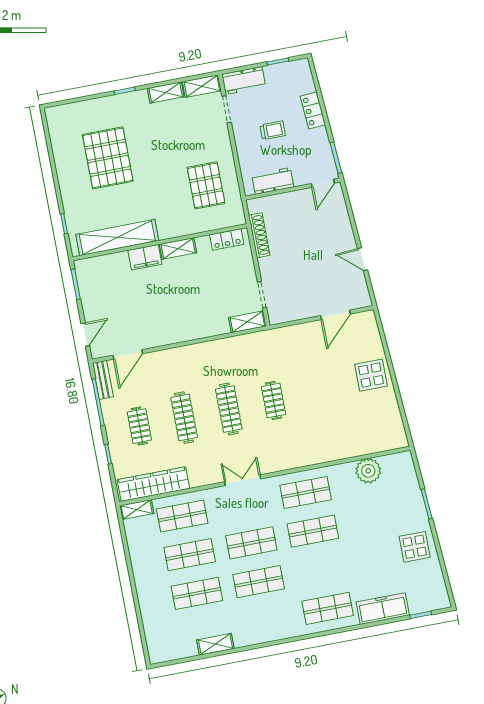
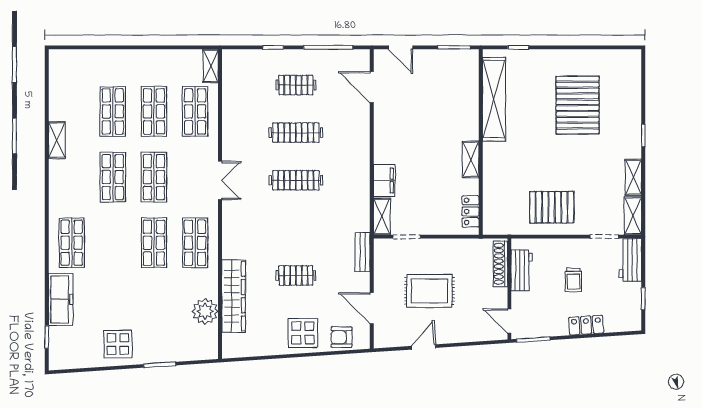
pallet: (108, 158) -> (578, 105), turned 90
pallet: (206, 185) -> (552, 207), moved
shoe rack: (259, 235) -> (500, 264), moved, turned 90
filing cabinet: (145, 257) -> (384, 180), moved, turned 180
rug: (309, 264) -> (429, 291), added
armchair: (368, 338) -> (342, 337), added
bench: (103, 380) -> (363, 252), moved, turned 90
clothes rail: (274, 400) -> (296, 275), moved
wardrobe: (153, 484) -> (234, 296), moved
shelving: (215, 644) -> (57, 140), moved

